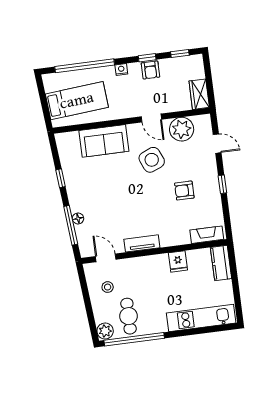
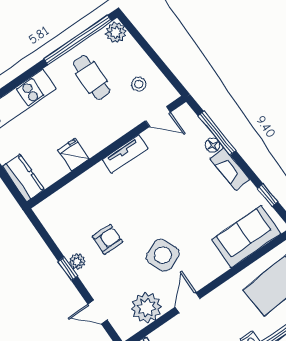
door: (151, 118) -> (188, 303), hinge flipped
sofa: (104, 141) -> (246, 237), moved
window: (61, 178) -> (268, 195), moved
plant: (213, 186) -> (77, 262), added
fireplace: (207, 235) -> (230, 169), moved, turned 85
cafe table: (128, 316) -> (91, 77), moved

